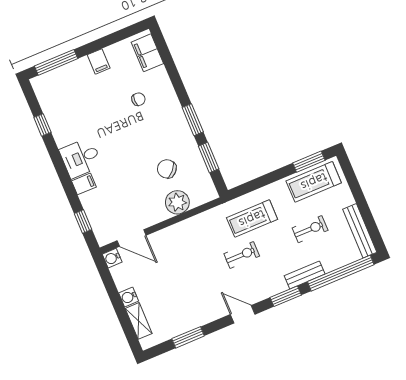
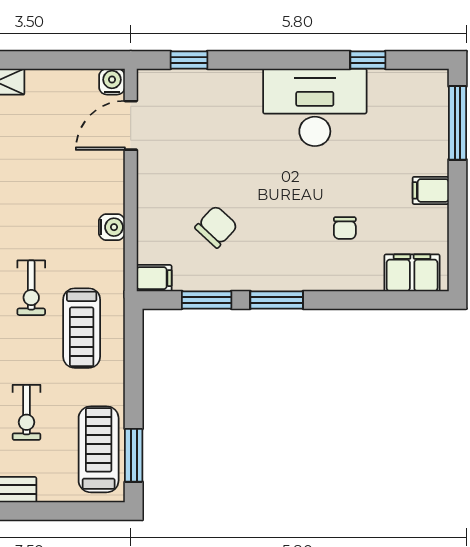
desk: (81, 158) -> (315, 107), width x1.87, depth x1.30
filing cabinet: (84, 184) -> (154, 278), moved, turned -90
plant: (177, 202) -> (157, 221), removed
treadmill: (252, 219) -> (82, 328), turned 180
water cooler: (129, 297) -> (112, 227), moved, turned 90

